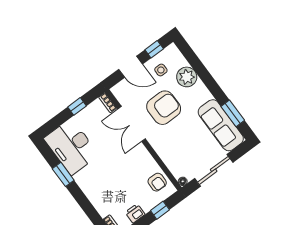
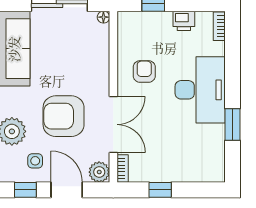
plant: (119, 91) -> (99, 172), added
desk: (71, 147) -> (200, 90), moved
armchair: (157, 182) -> (144, 71), moved

